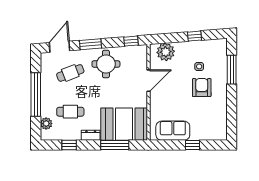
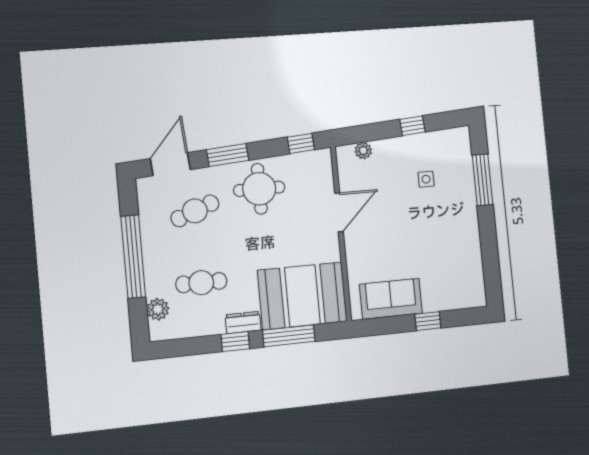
plant: (166, 52) -> (363, 151), width x0.53, depth x0.53
armchair: (202, 88) -> (434, 216), removed
window: (69, 145) -> (235, 342), moved

